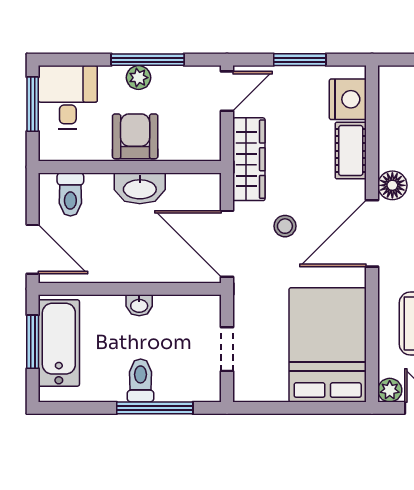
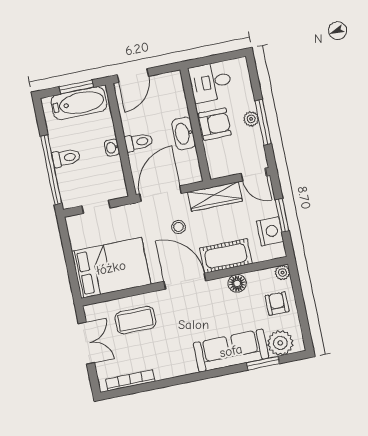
desk: (68, 97) -> (211, 82), moved, turned 180
nightstand: (348, 99) -> (270, 231), moved, turned -90
window: (33, 104) -> (222, 57), removed
cot: (351, 151) -> (226, 256), width x1.37, depth x1.34
floor lamp: (392, 185) -> (237, 283), moved
toilet: (70, 194) -> (139, 142), moved, turned 180
plant: (390, 390) -> (282, 273), moved
window: (155, 408) -> (51, 170), width x1.46

